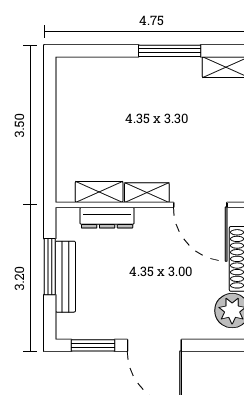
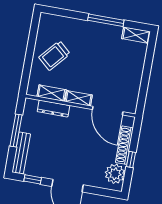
trolley: (93, 127) -> (54, 56), added
bench: (65, 277) -> (21, 153), moved
window: (93, 345) -> (33, 179), width x0.67

